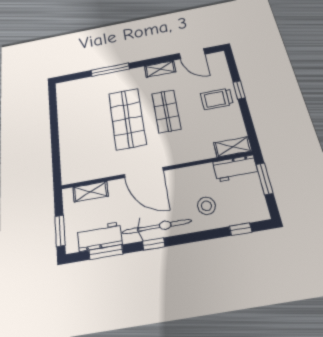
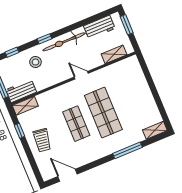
shelving: (160, 69) -> (155, 130), moved
window: (239, 90) -> (20, 131), moved
trolley: (217, 99) -> (42, 140), turned 98
door: (144, 172) -> (81, 75), width x0.53
window: (154, 244) -> (44, 39), moved
window: (106, 252) -> (93, 19), removed

